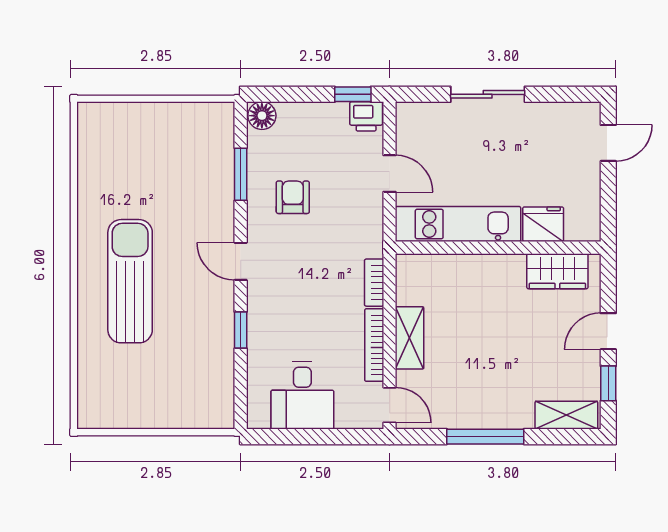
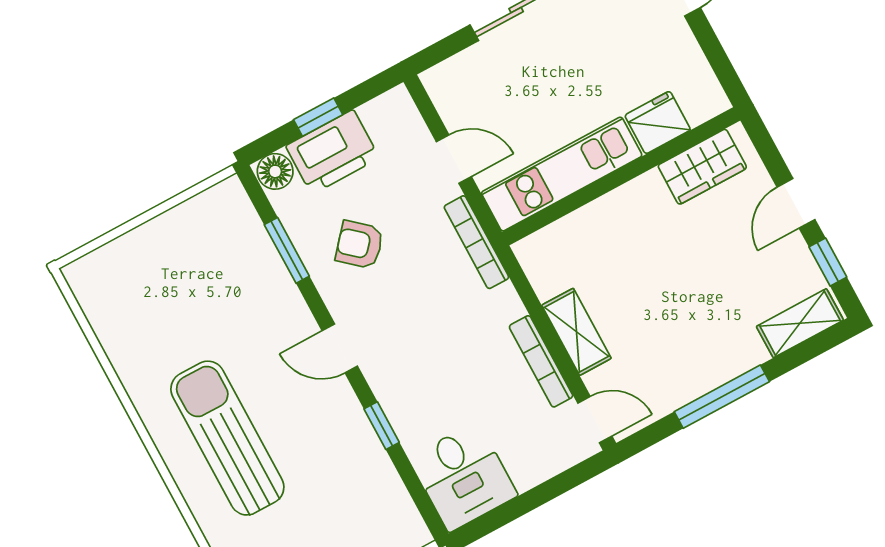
window: (353, 94) -> (318, 117), moved
printer: (366, 116) -> (332, 152), moved, width x1.87, depth x1.48
armchair: (293, 197) -> (359, 245), turned -49
bookcase: (374, 283) -> (476, 242), moved, width x1.56
desk: (302, 395) -> (463, 477), moved

